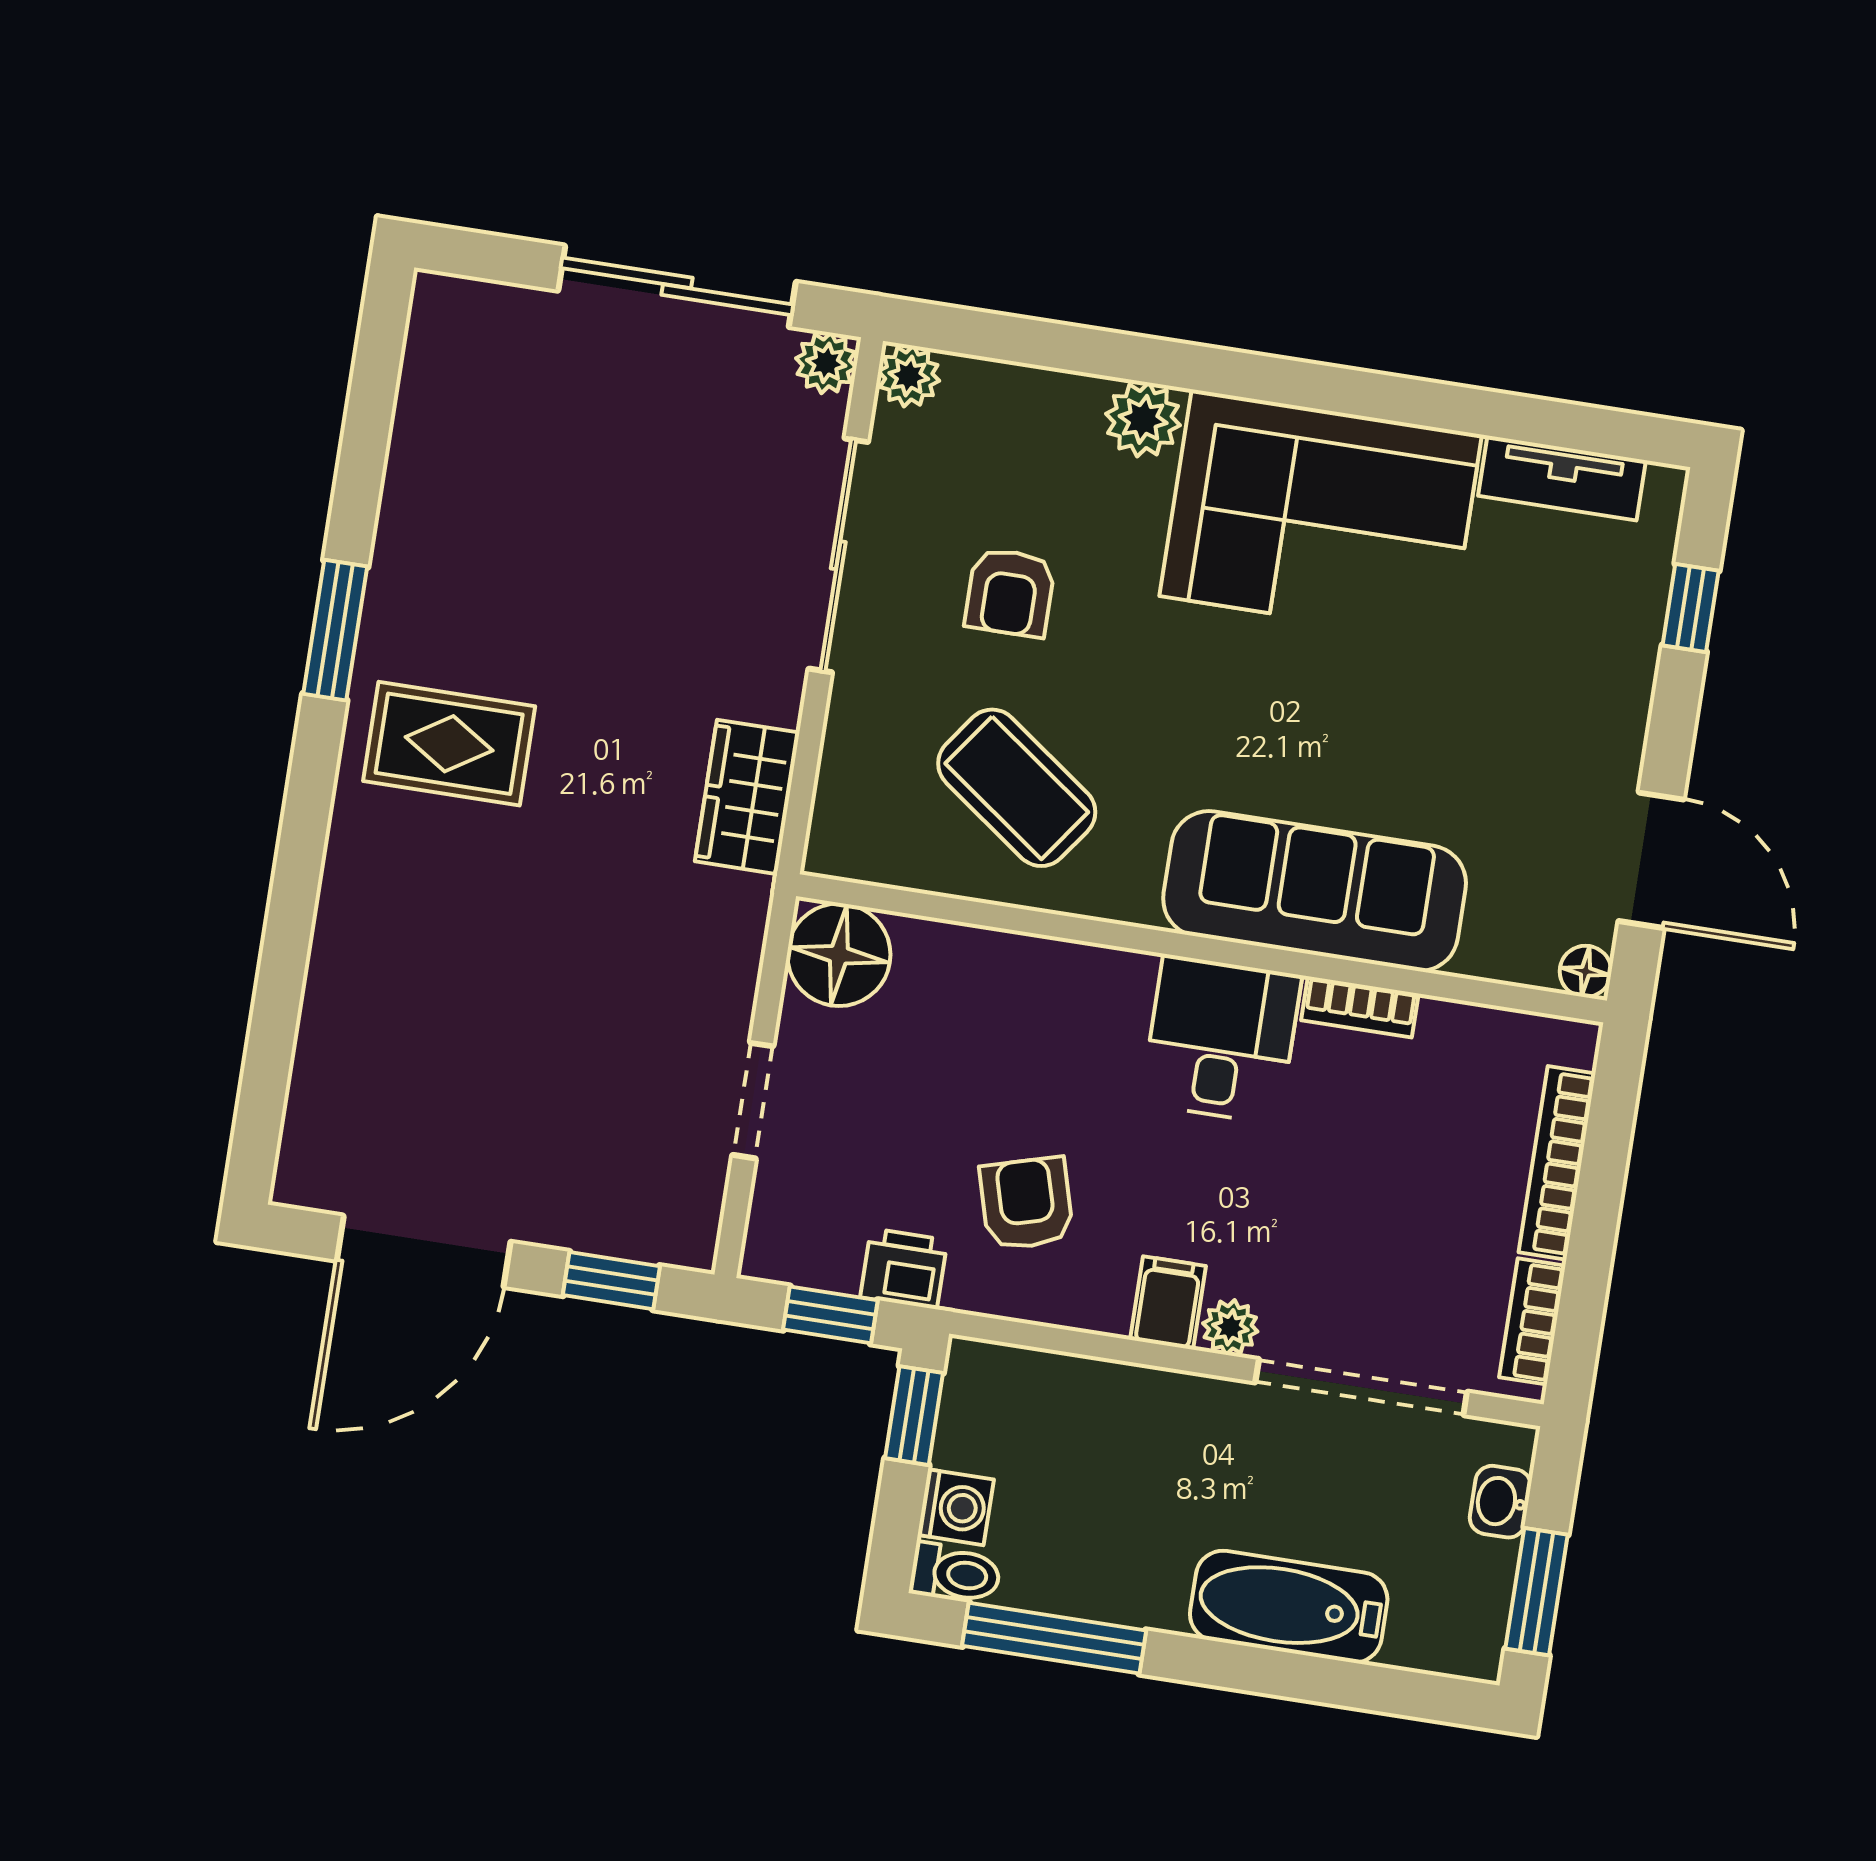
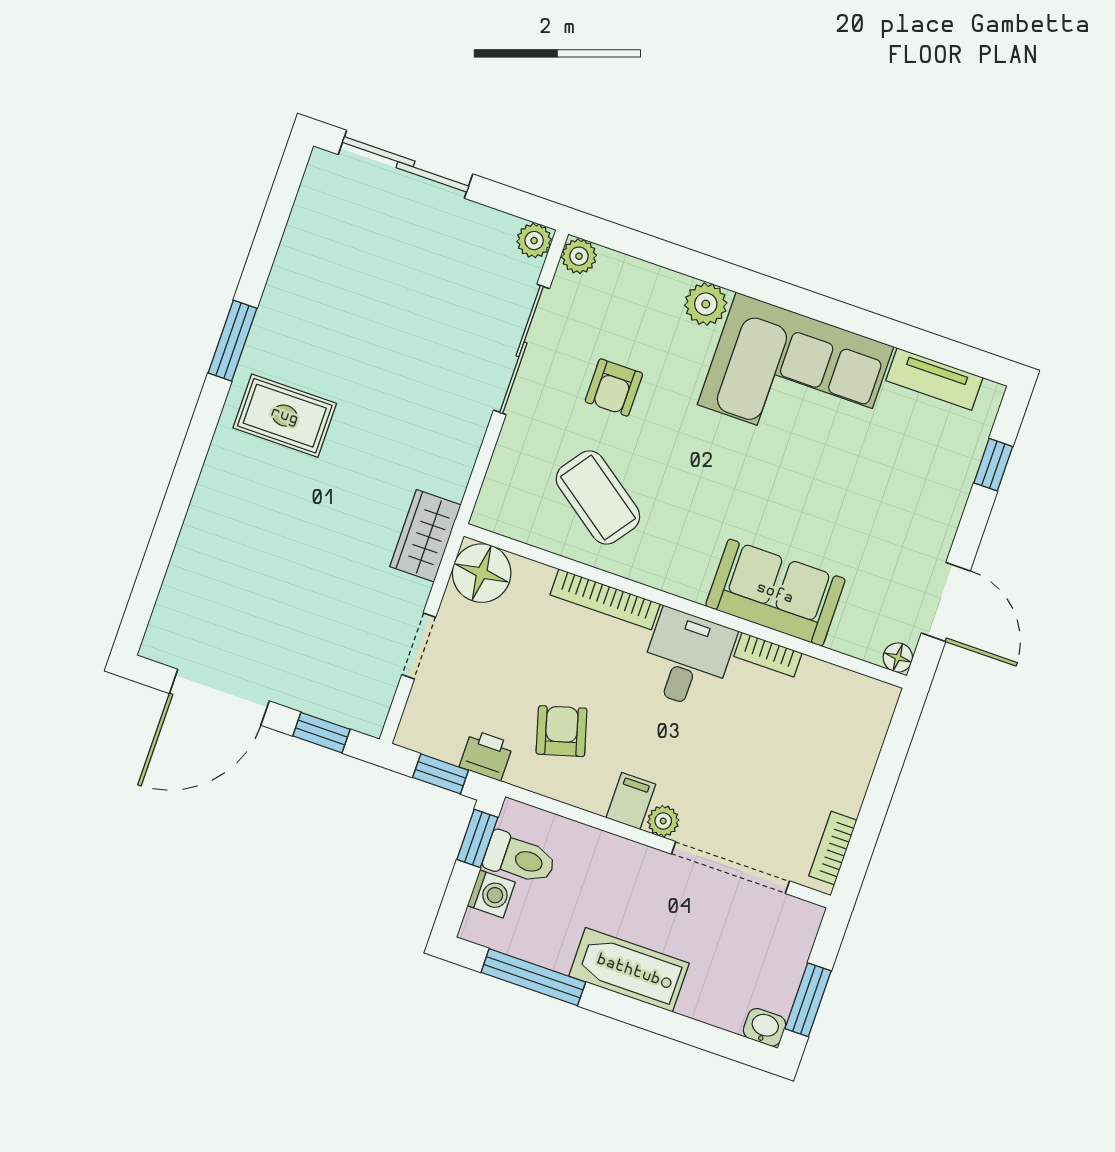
sliding door: (677, 286) -> (406, 164), moved
wardrobe: (747, 797) -> (425, 536), moved
sofa: (1315, 891) -> (775, 593), width x0.73
bookcase: (1557, 1163) -> (605, 599), moved, turned -90
washbasin: (1500, 1502) -> (765, 1027), moved, turned 90
toilet: (955, 1574) -> (520, 858), moved, width x1.37, depth x1.39
bathtub: (1289, 1607) -> (629, 970), moved

